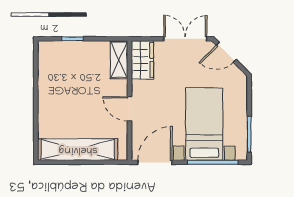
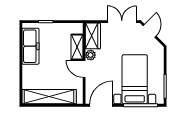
door: (226, 52) -> (150, 31), swing flipped
shelving: (119, 60) -> (77, 47), moved
freezer: (50, 75) -> (30, 46), added
plant: (139, 88) -> (91, 55), added

